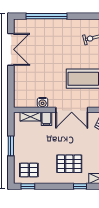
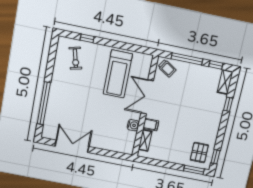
double door: (72, 110) -> (147, 97), swing flipped
window: (11, 146) -> (194, 170), moved
pallet: (69, 164) -> (202, 111), removed

